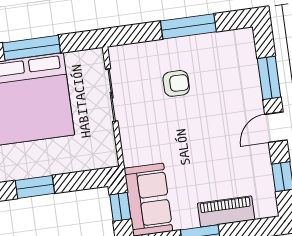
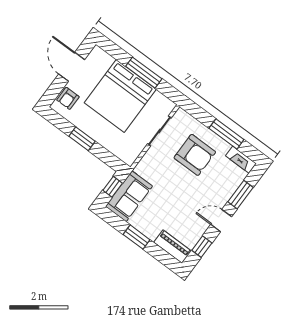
fireplace: (232, 39) -> (241, 160), added
armchair: (176, 83) -> (195, 155), width x1.88, depth x1.88
piano: (226, 211) -> (173, 247), moved

